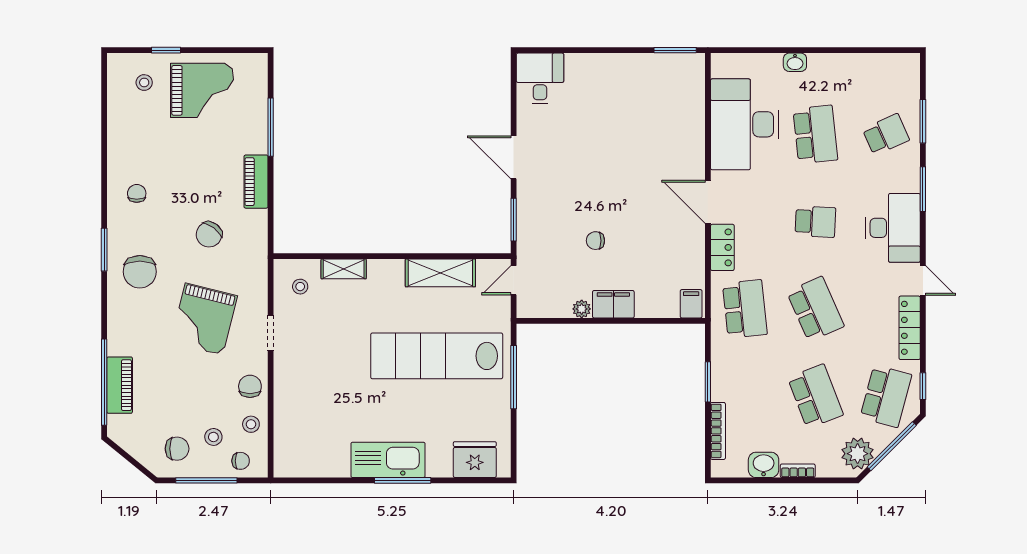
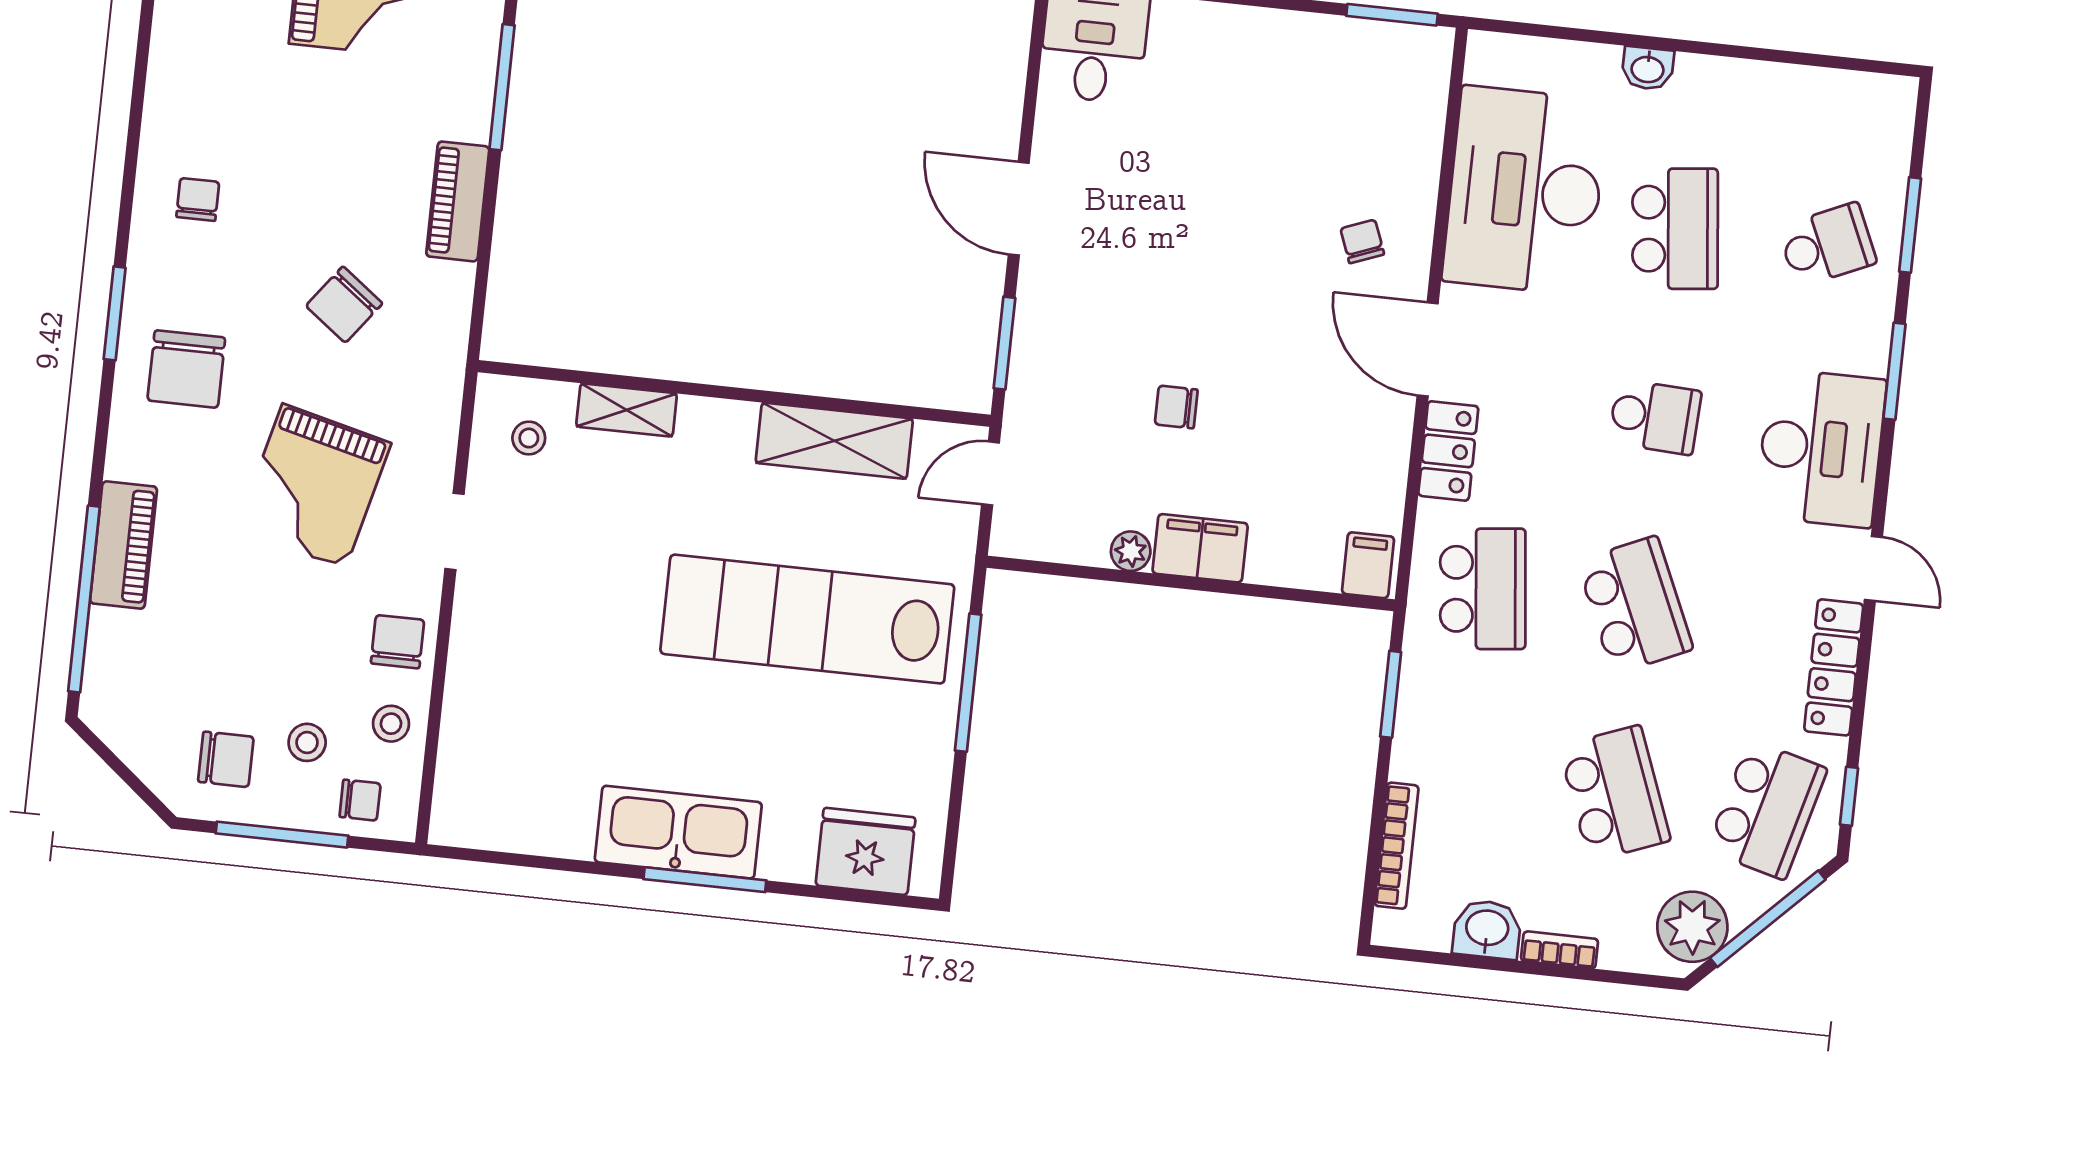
chair: (673, 156) -> (1362, 241), added
window: (708, 382) -> (1391, 694), moved
piano: (120, 385) -> (124, 545), moved

